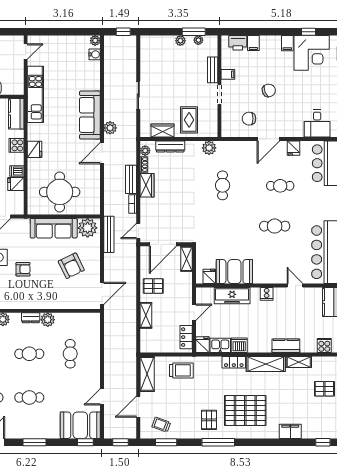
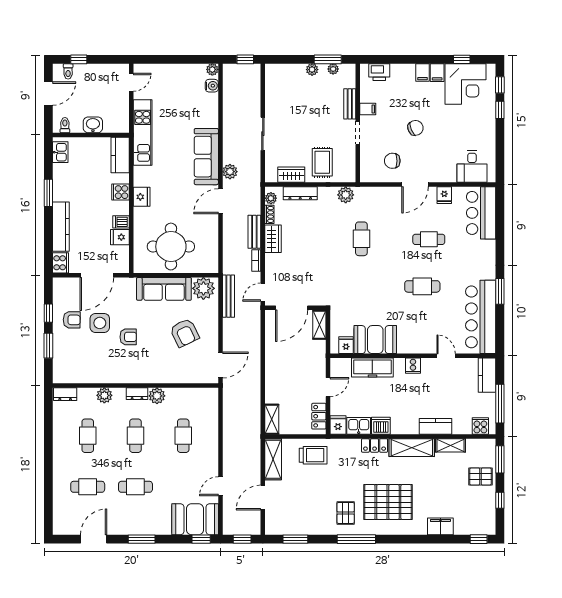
filing cabinet: (253, 43) -> (423, 72), moved
pallet: (153, 286) -> (280, 357), removed
shelving: (146, 315) -> (272, 419), moved
cafe table: (29, 354) -> (135, 436), turned 90
trolley: (161, 425) -> (290, 518), removed

